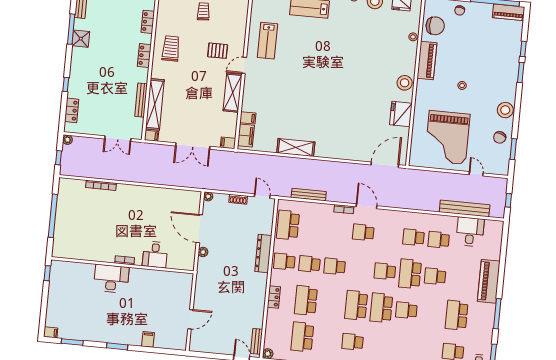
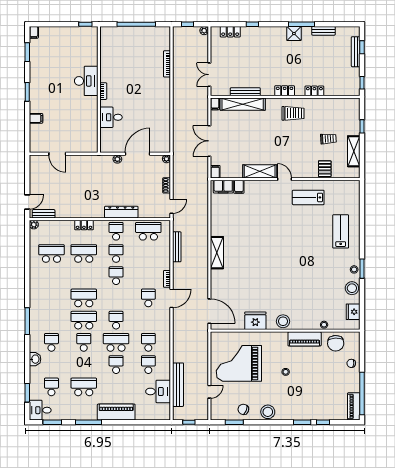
pallet: (218, 51) -> (325, 169), moved
shelving: (296, 148) -> (217, 253), moved
school desk: (353, 342) -> (51, 342), moved

